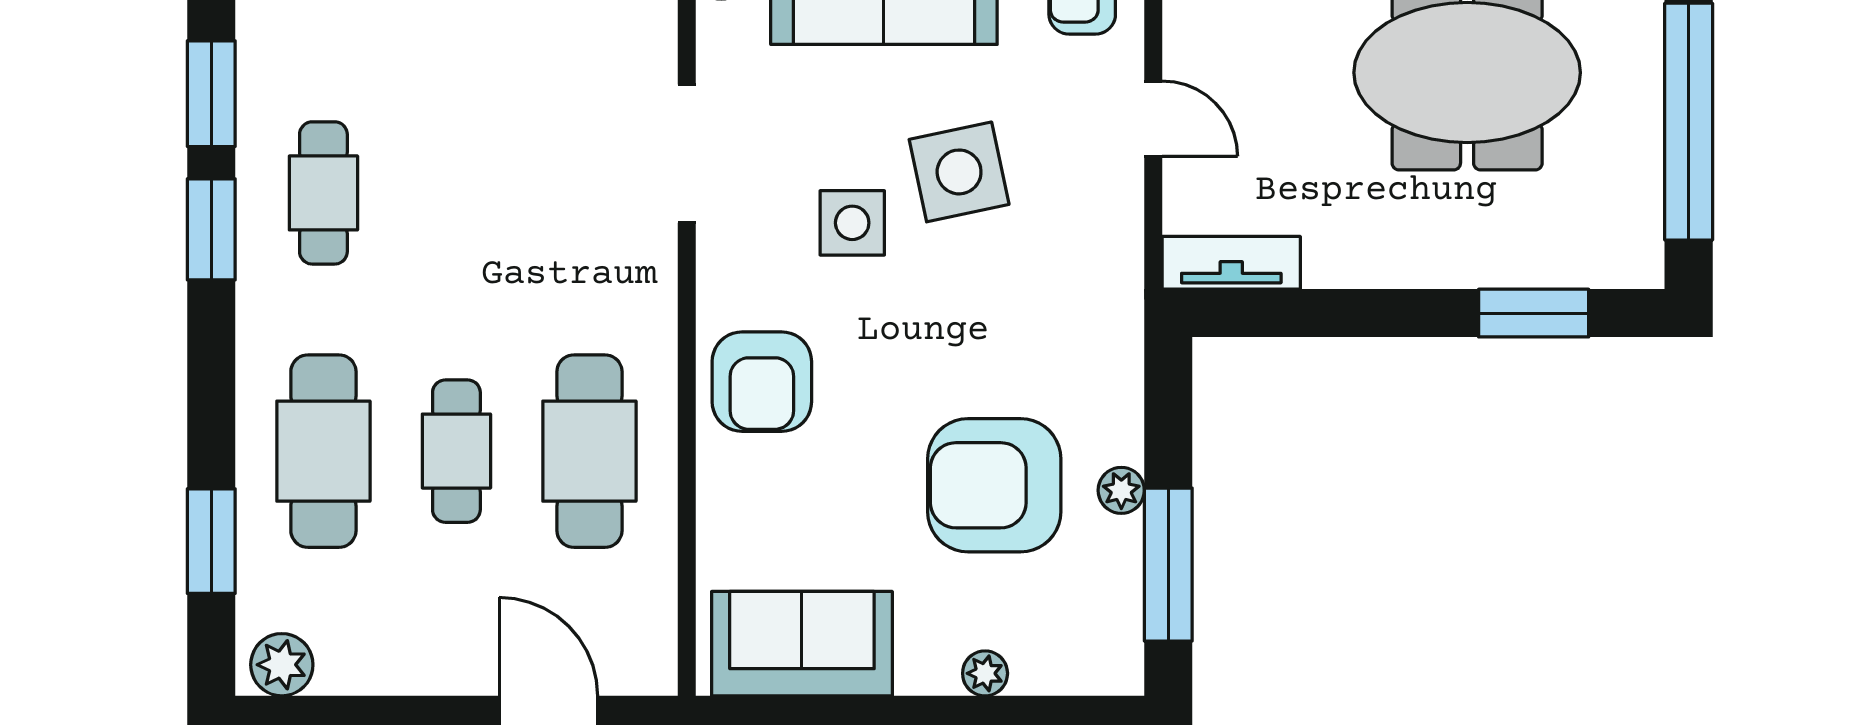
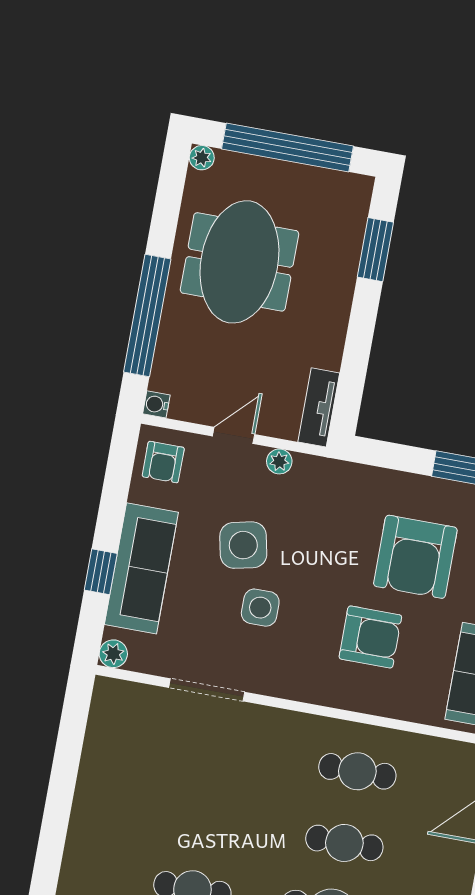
armchair: (762, 382) -> (370, 637), moved
cafe table: (589, 451) -> (357, 771), width x0.73, depth x0.74
plant: (1121, 490) -> (279, 461), moved

